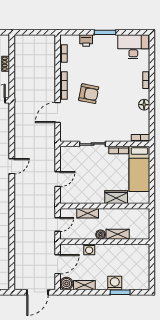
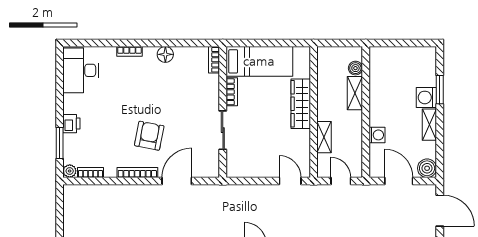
window: (105, 32) -> (60, 143), moved
plant: (65, 39) -> (70, 171), added
printer: (86, 41) -> (71, 124), moved
door: (58, 112) -> (177, 181), swing flipped
door: (58, 179) -> (290, 181), moved
wardrobe: (116, 197) -> (301, 104), width x1.50
boiler: (101, 235) -> (355, 68), moved
shelving: (84, 285) -> (429, 125), moved

